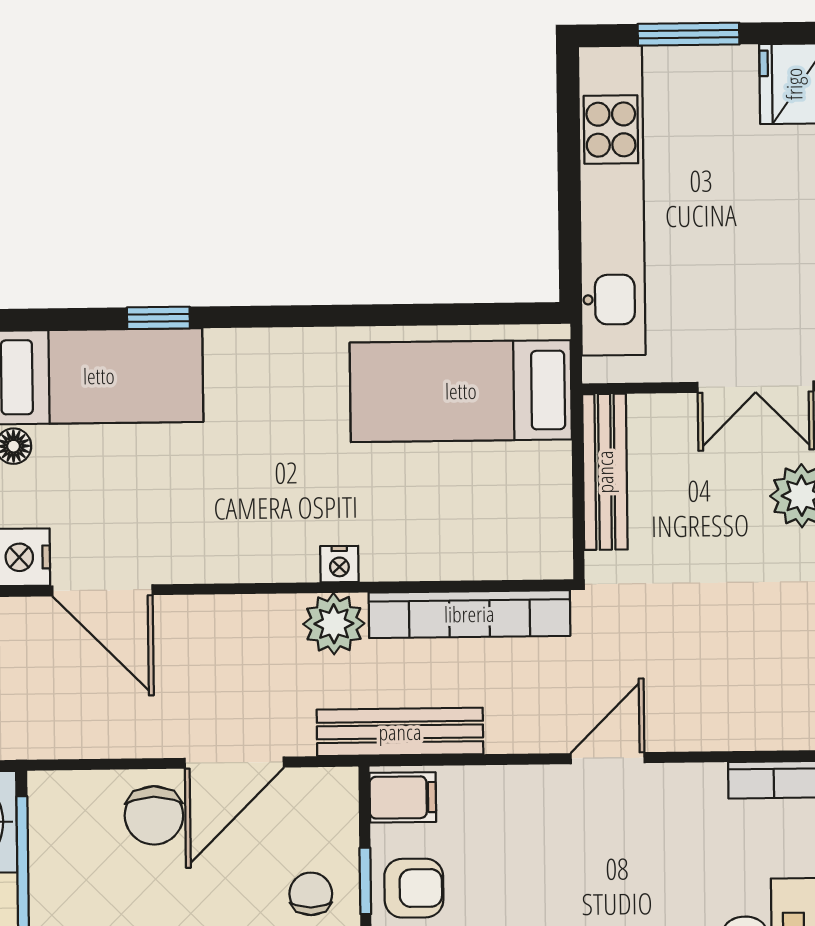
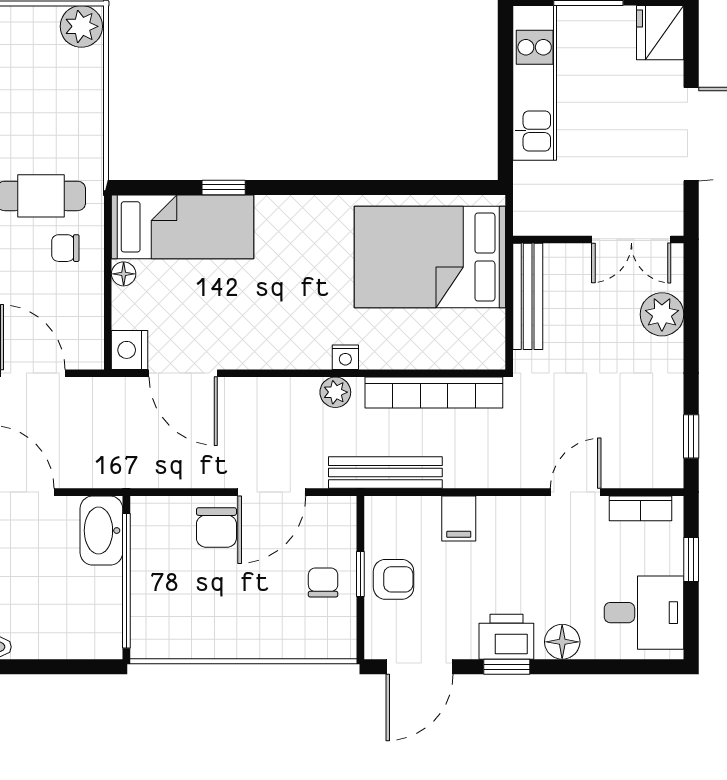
kitchen unit: (612, 201) -> (535, 83), width x0.73
bed: (461, 391) -> (430, 257), width x1.50
plant: (334, 624) -> (335, 392), width x0.73, depth x0.73
door: (608, 758) -> (576, 492), moved
filing cabinet: (403, 797) -> (459, 518), moved, turned 90

